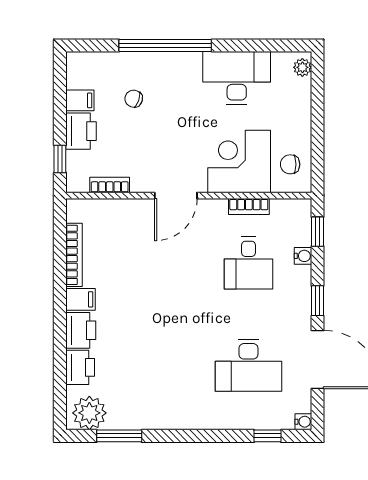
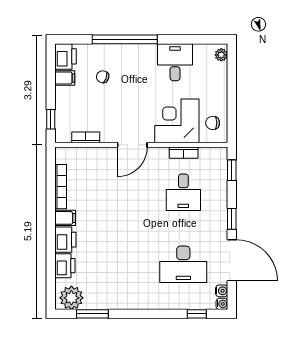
desk: (237, 78) -> (175, 62), width x0.73
printer: (81, 131) -> (66, 56), moved
water cooler: (303, 256) -> (222, 291), moved

